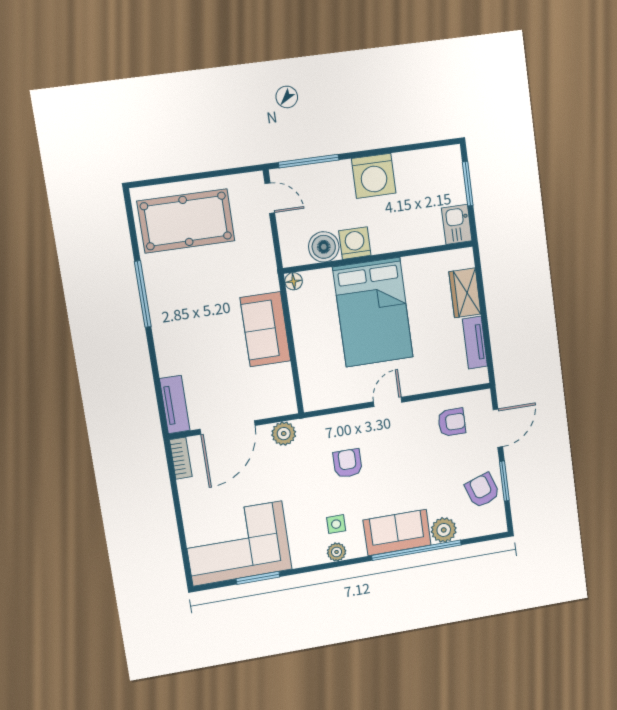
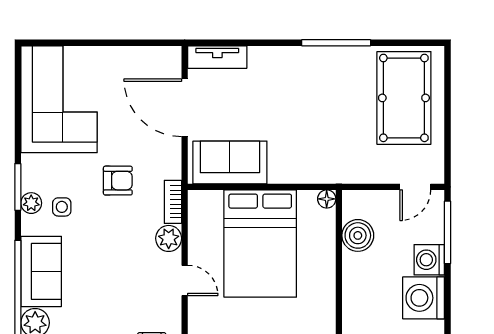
washing machine: (355, 243) -> (429, 260), moved, turned 180
bed: (373, 312) -> (260, 243), moved, turned -90
sofa: (265, 329) -> (230, 162), moved
plant: (284, 434) -> (169, 238), moved
bookcase: (181, 458) -> (173, 202), moved, turned 90
armchair: (348, 463) -> (118, 181), moved
window: (258, 578) -> (18, 187), moved

